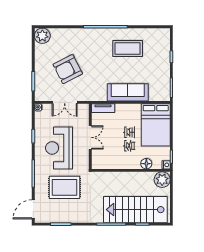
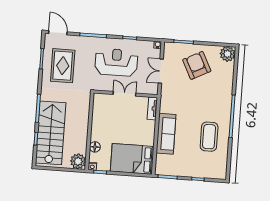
armchair: (68, 69) -> (197, 65), moved
double door: (90, 137) -> (124, 94), swing flipped
rug: (65, 187) -> (63, 66), moved

